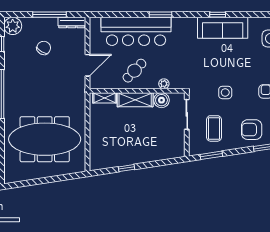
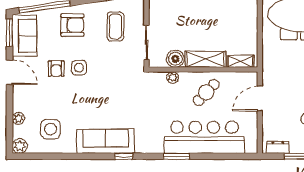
window: (218, 15) -> (124, 156), moved
dresser: (72, 23) -> (278, 147), width x0.70
side table: (225, 92) -> (79, 68), moved

